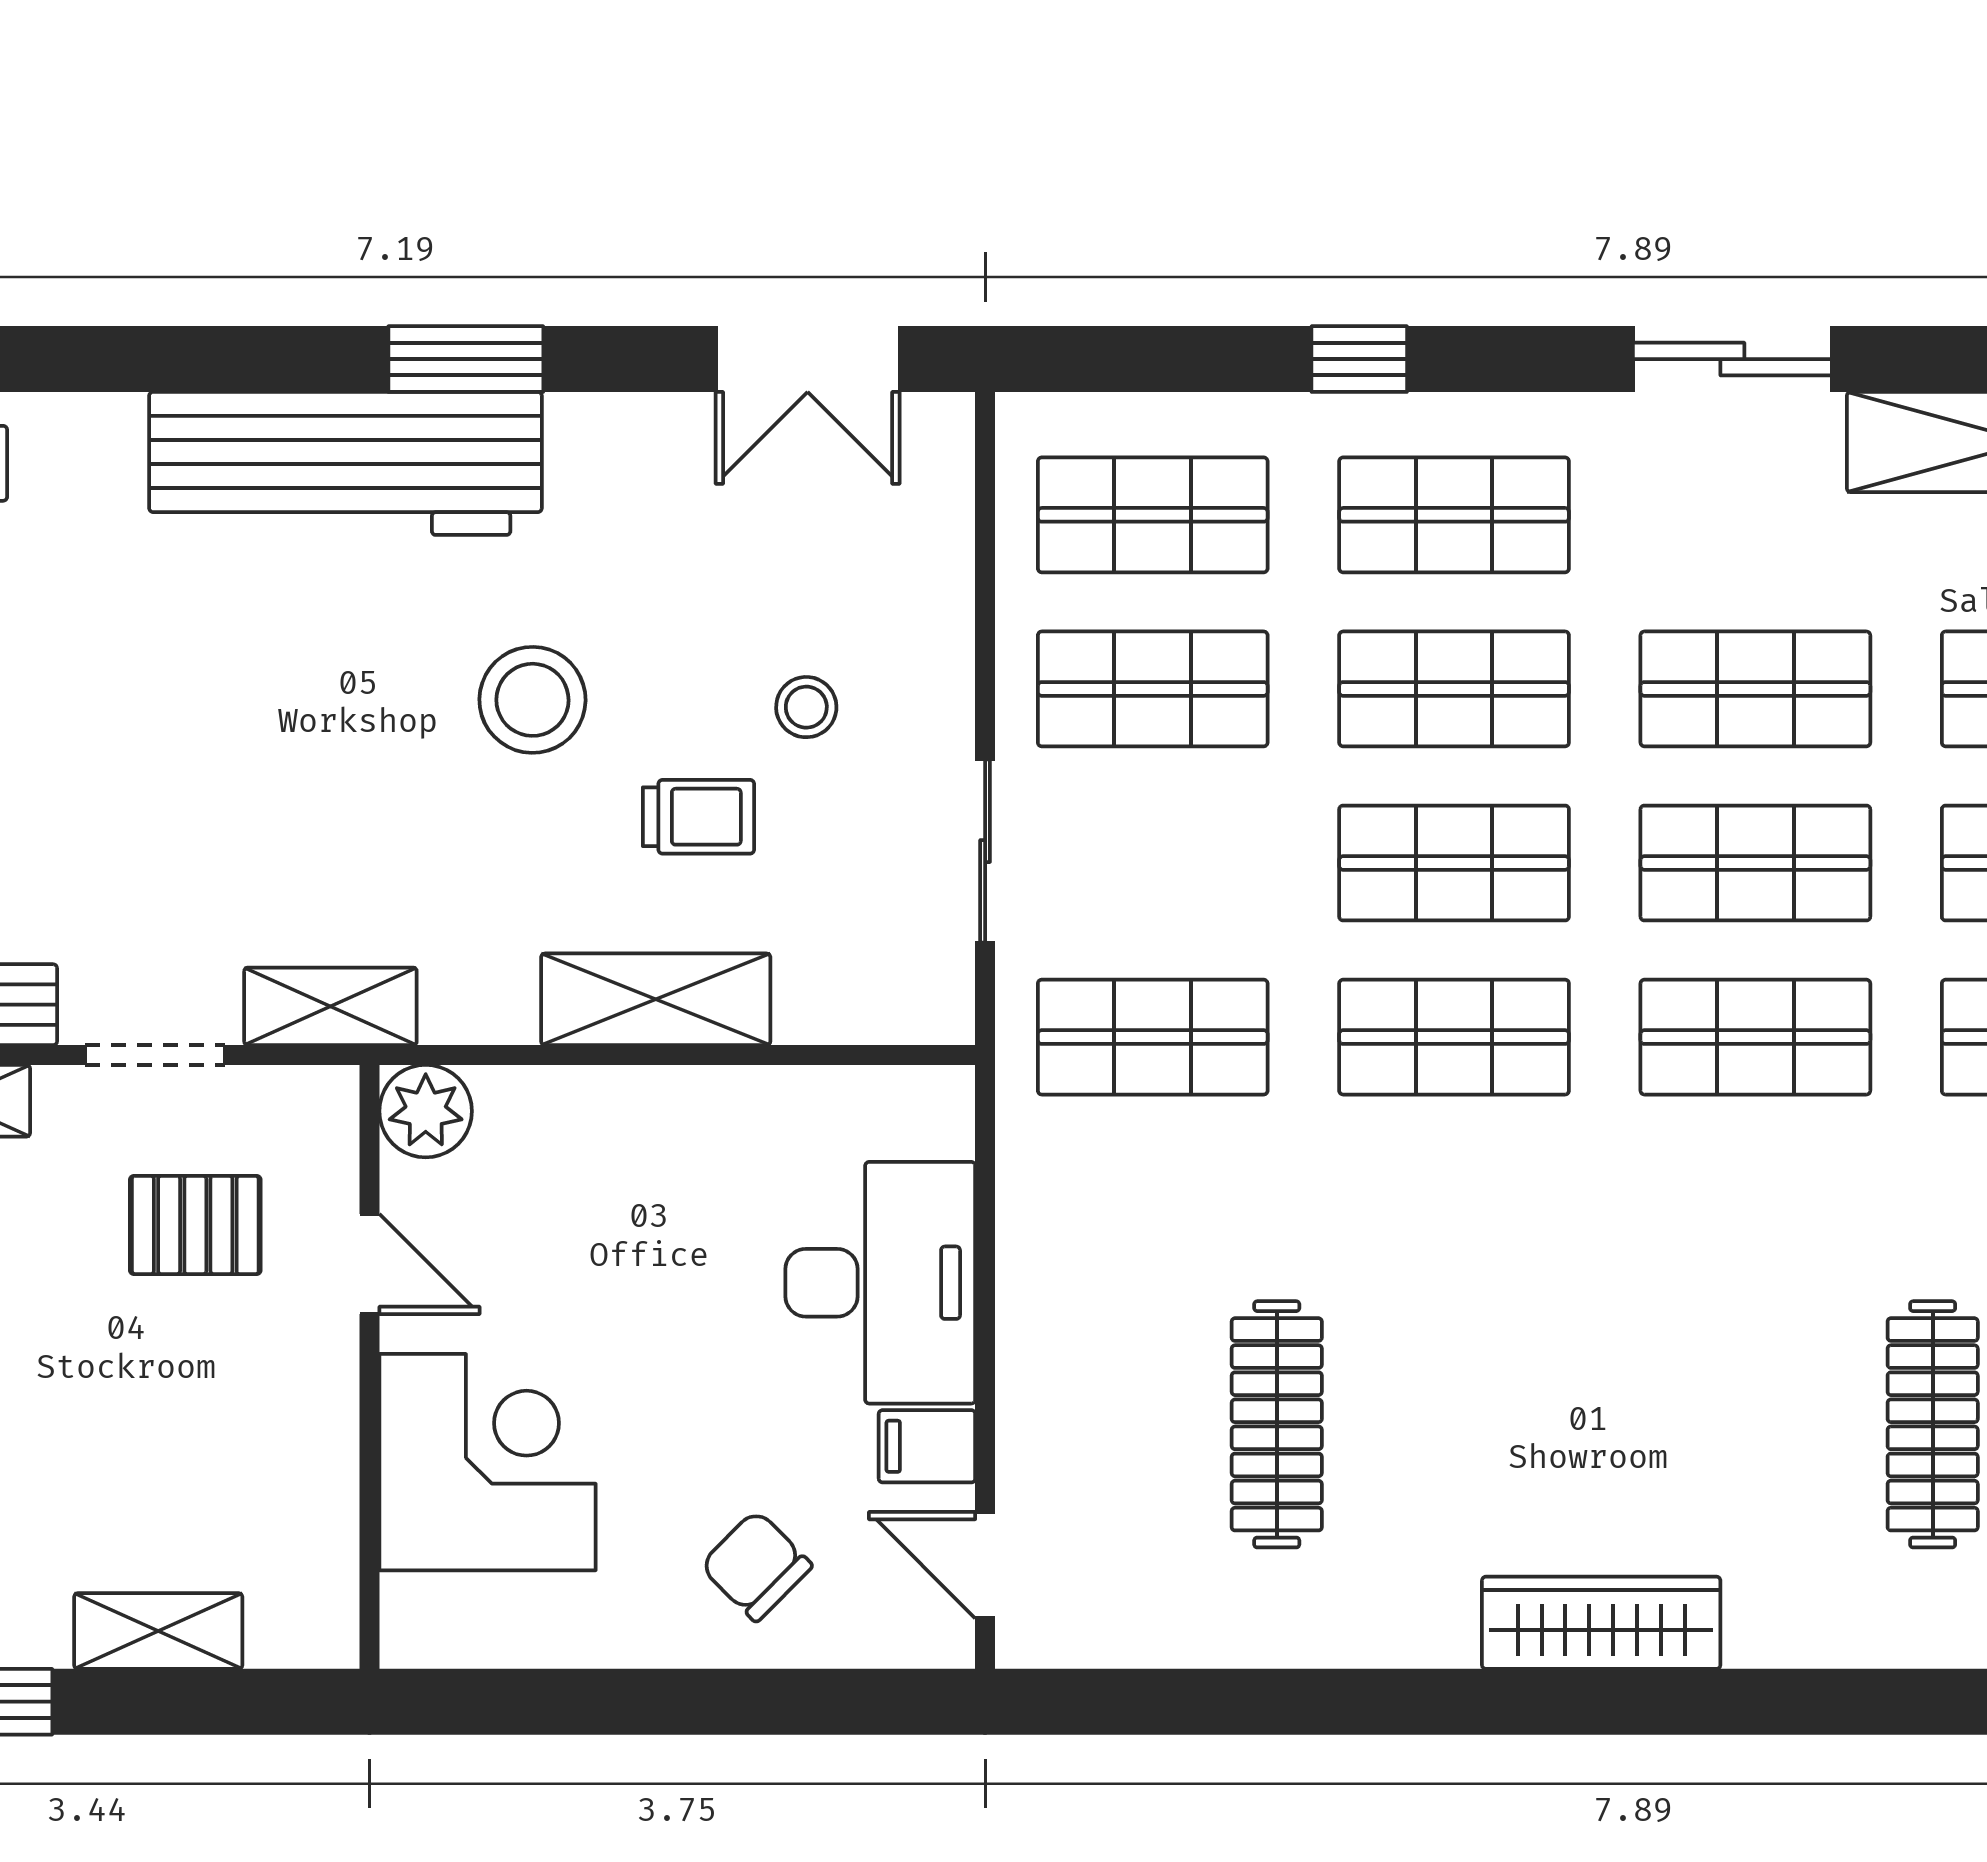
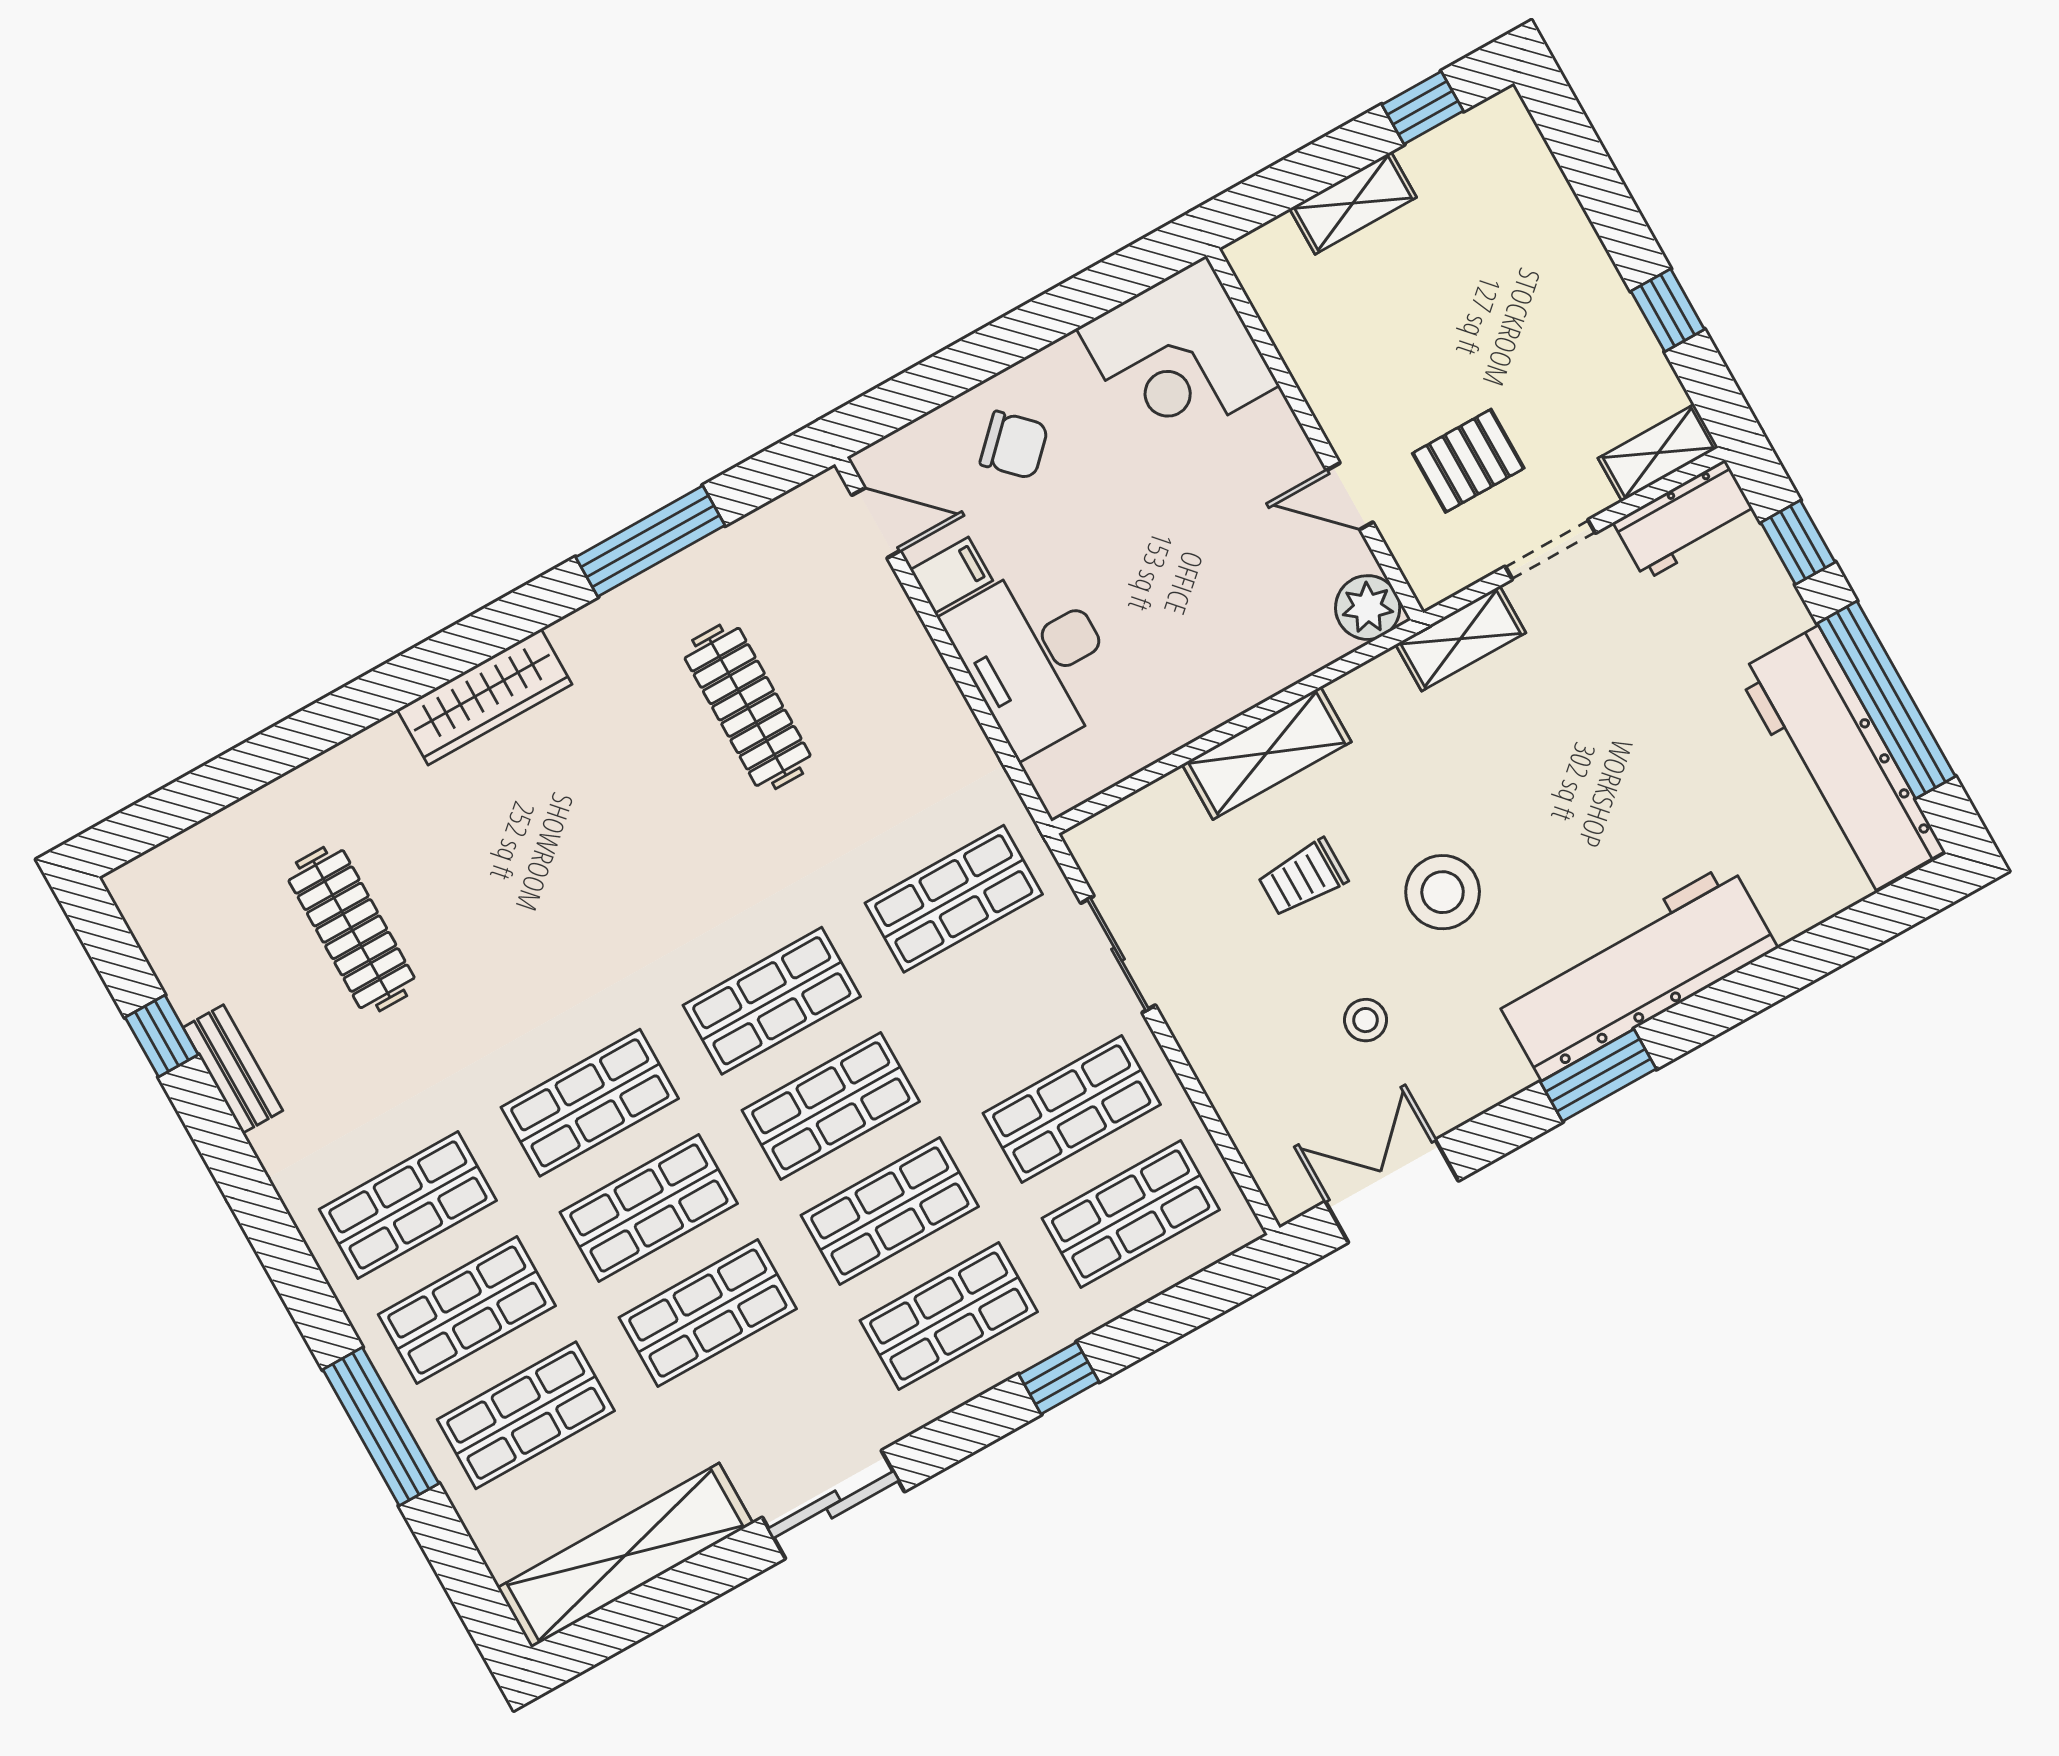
stool: (806, 707) -> (1366, 1020), moved
corner desk: (488, 1462) -> (1178, 357), moved
window: (1282, 1702) -> (650, 541), added

